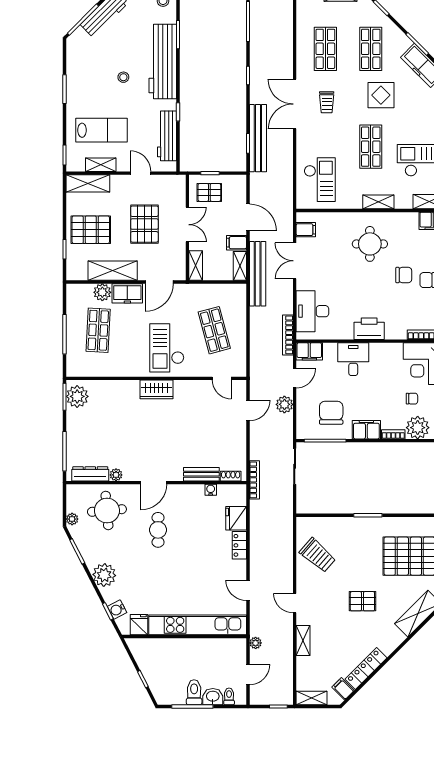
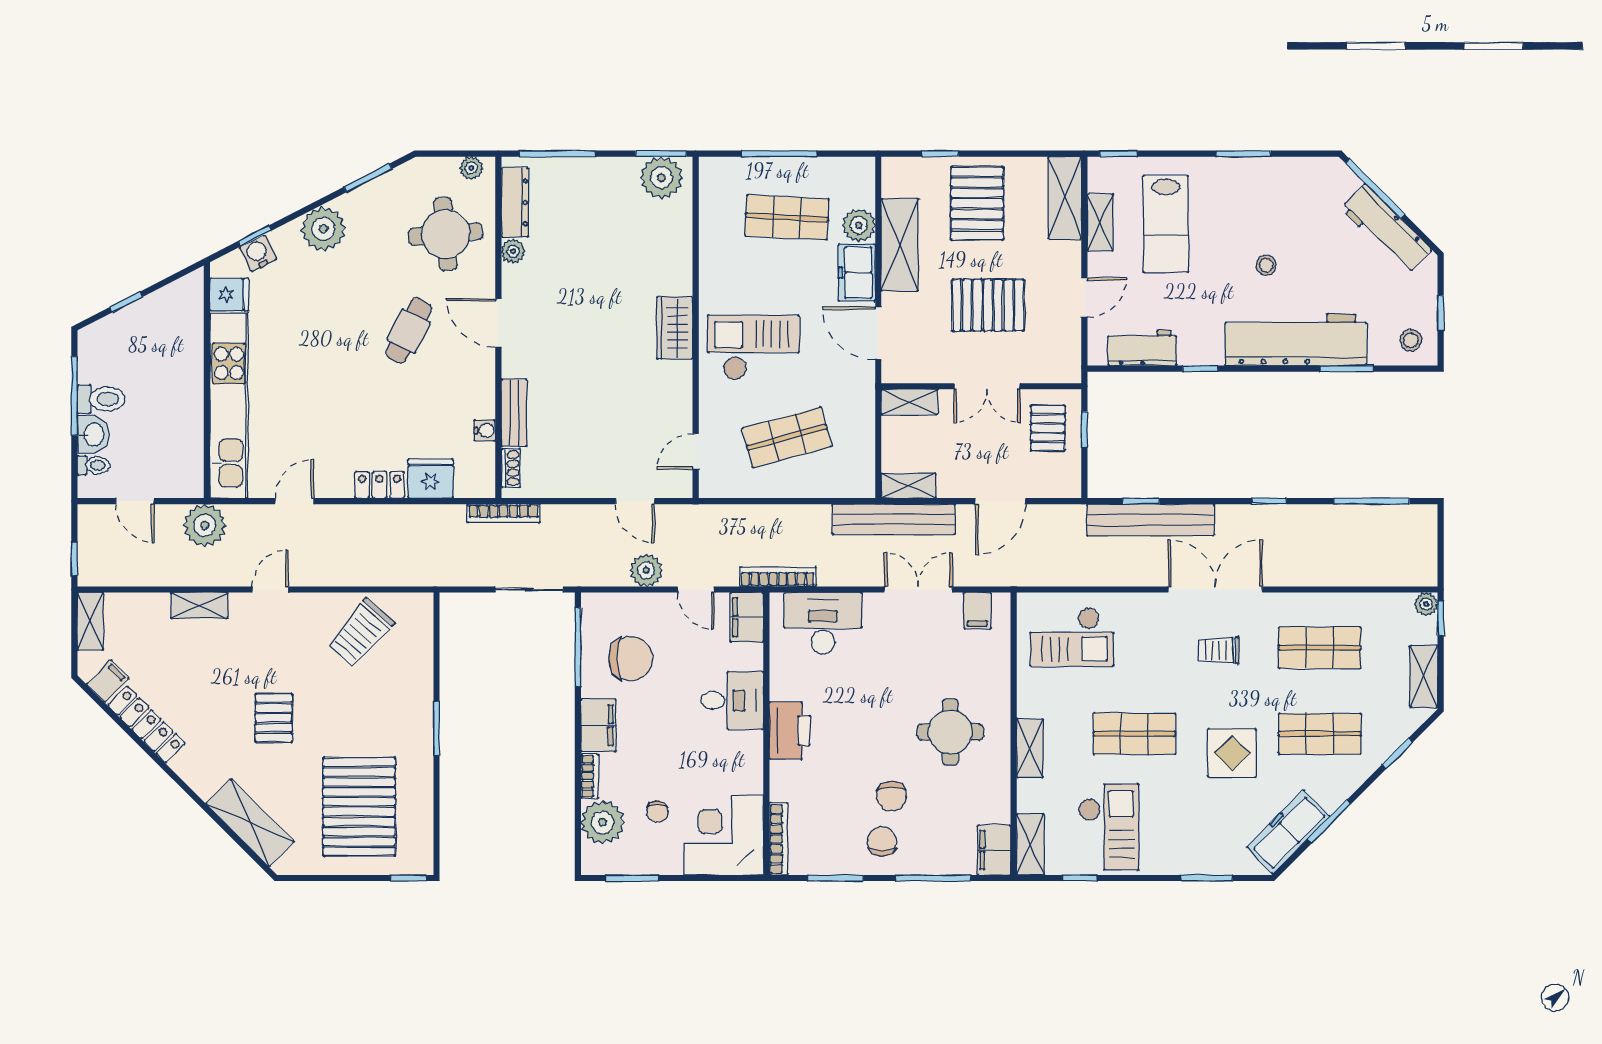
workbench: (167, 136) -> (1142, 348), width x0.73
filing cabinet: (236, 243) -> (953, 479), removed
plant: (72, 519) -> (471, 168), moved
cafe table: (158, 530) -> (409, 331), turned -63
plant: (256, 643) -> (205, 525), width x1.87, depth x1.87

